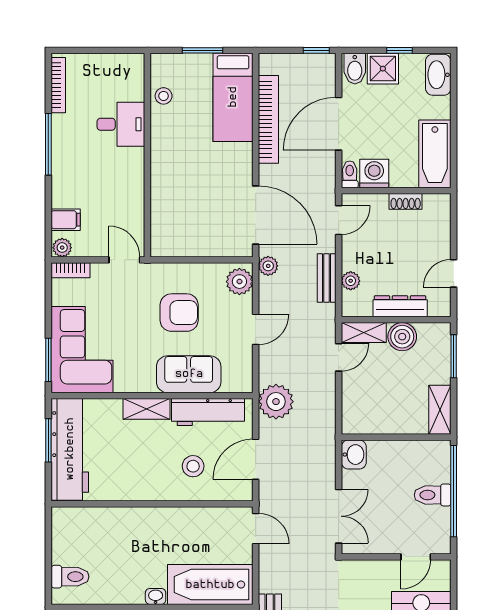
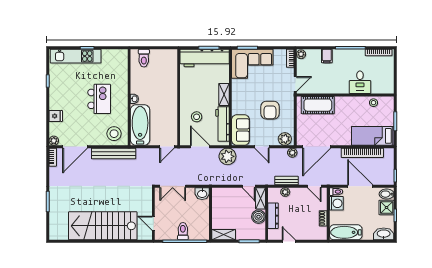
cot: (168, 213) -> (318, 105), added
filing cabinet: (66, 220) -> (327, 56), moved
sofa: (189, 374) -> (241, 130), moved

